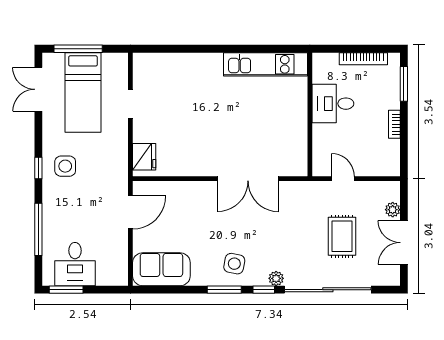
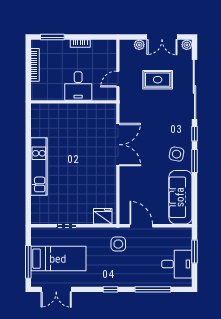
kitchen unit: (266, 64) -> (39, 167), moved
desk: (333, 104) -> (78, 86), moved
side table: (65, 166) -> (118, 244), moved
sofa: (161, 269) -> (180, 197), width x1.36
plant: (276, 278) -> (187, 45), moved
window: (66, 290) -> (194, 252), moved

